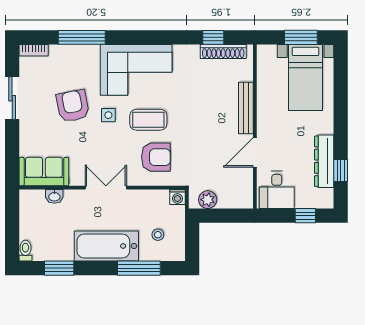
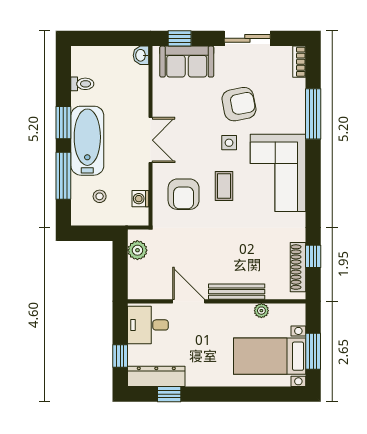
plant: (263, 85) -> (261, 311), added
coffee table: (148, 120) -> (224, 186), width x0.73, depth x0.77
window: (12, 161) -> (180, 38), added
dresser: (324, 161) -> (156, 376), moved
sofa: (44, 172) -> (187, 62), moved, turned 90
washbasin: (54, 196) -> (141, 55), moved
washing machine: (177, 197) -> (140, 199), moved
toilet: (25, 251) -> (82, 84), moved
window: (59, 268) -> (63, 123), moved

